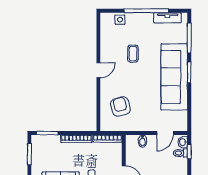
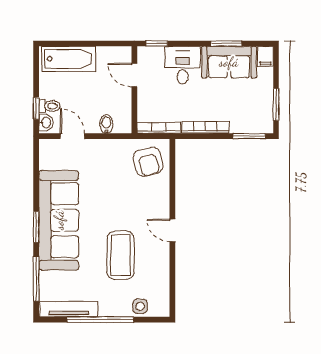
tv unit: (167, 18) -> (69, 309), width x1.41
coffee table: (133, 54) -> (121, 255), width x1.86, depth x1.72
door: (98, 70) -> (172, 230), hinge flipped
armchair: (120, 107) -> (148, 162), moved
door: (165, 133) -> (72, 136), hinge flipped

